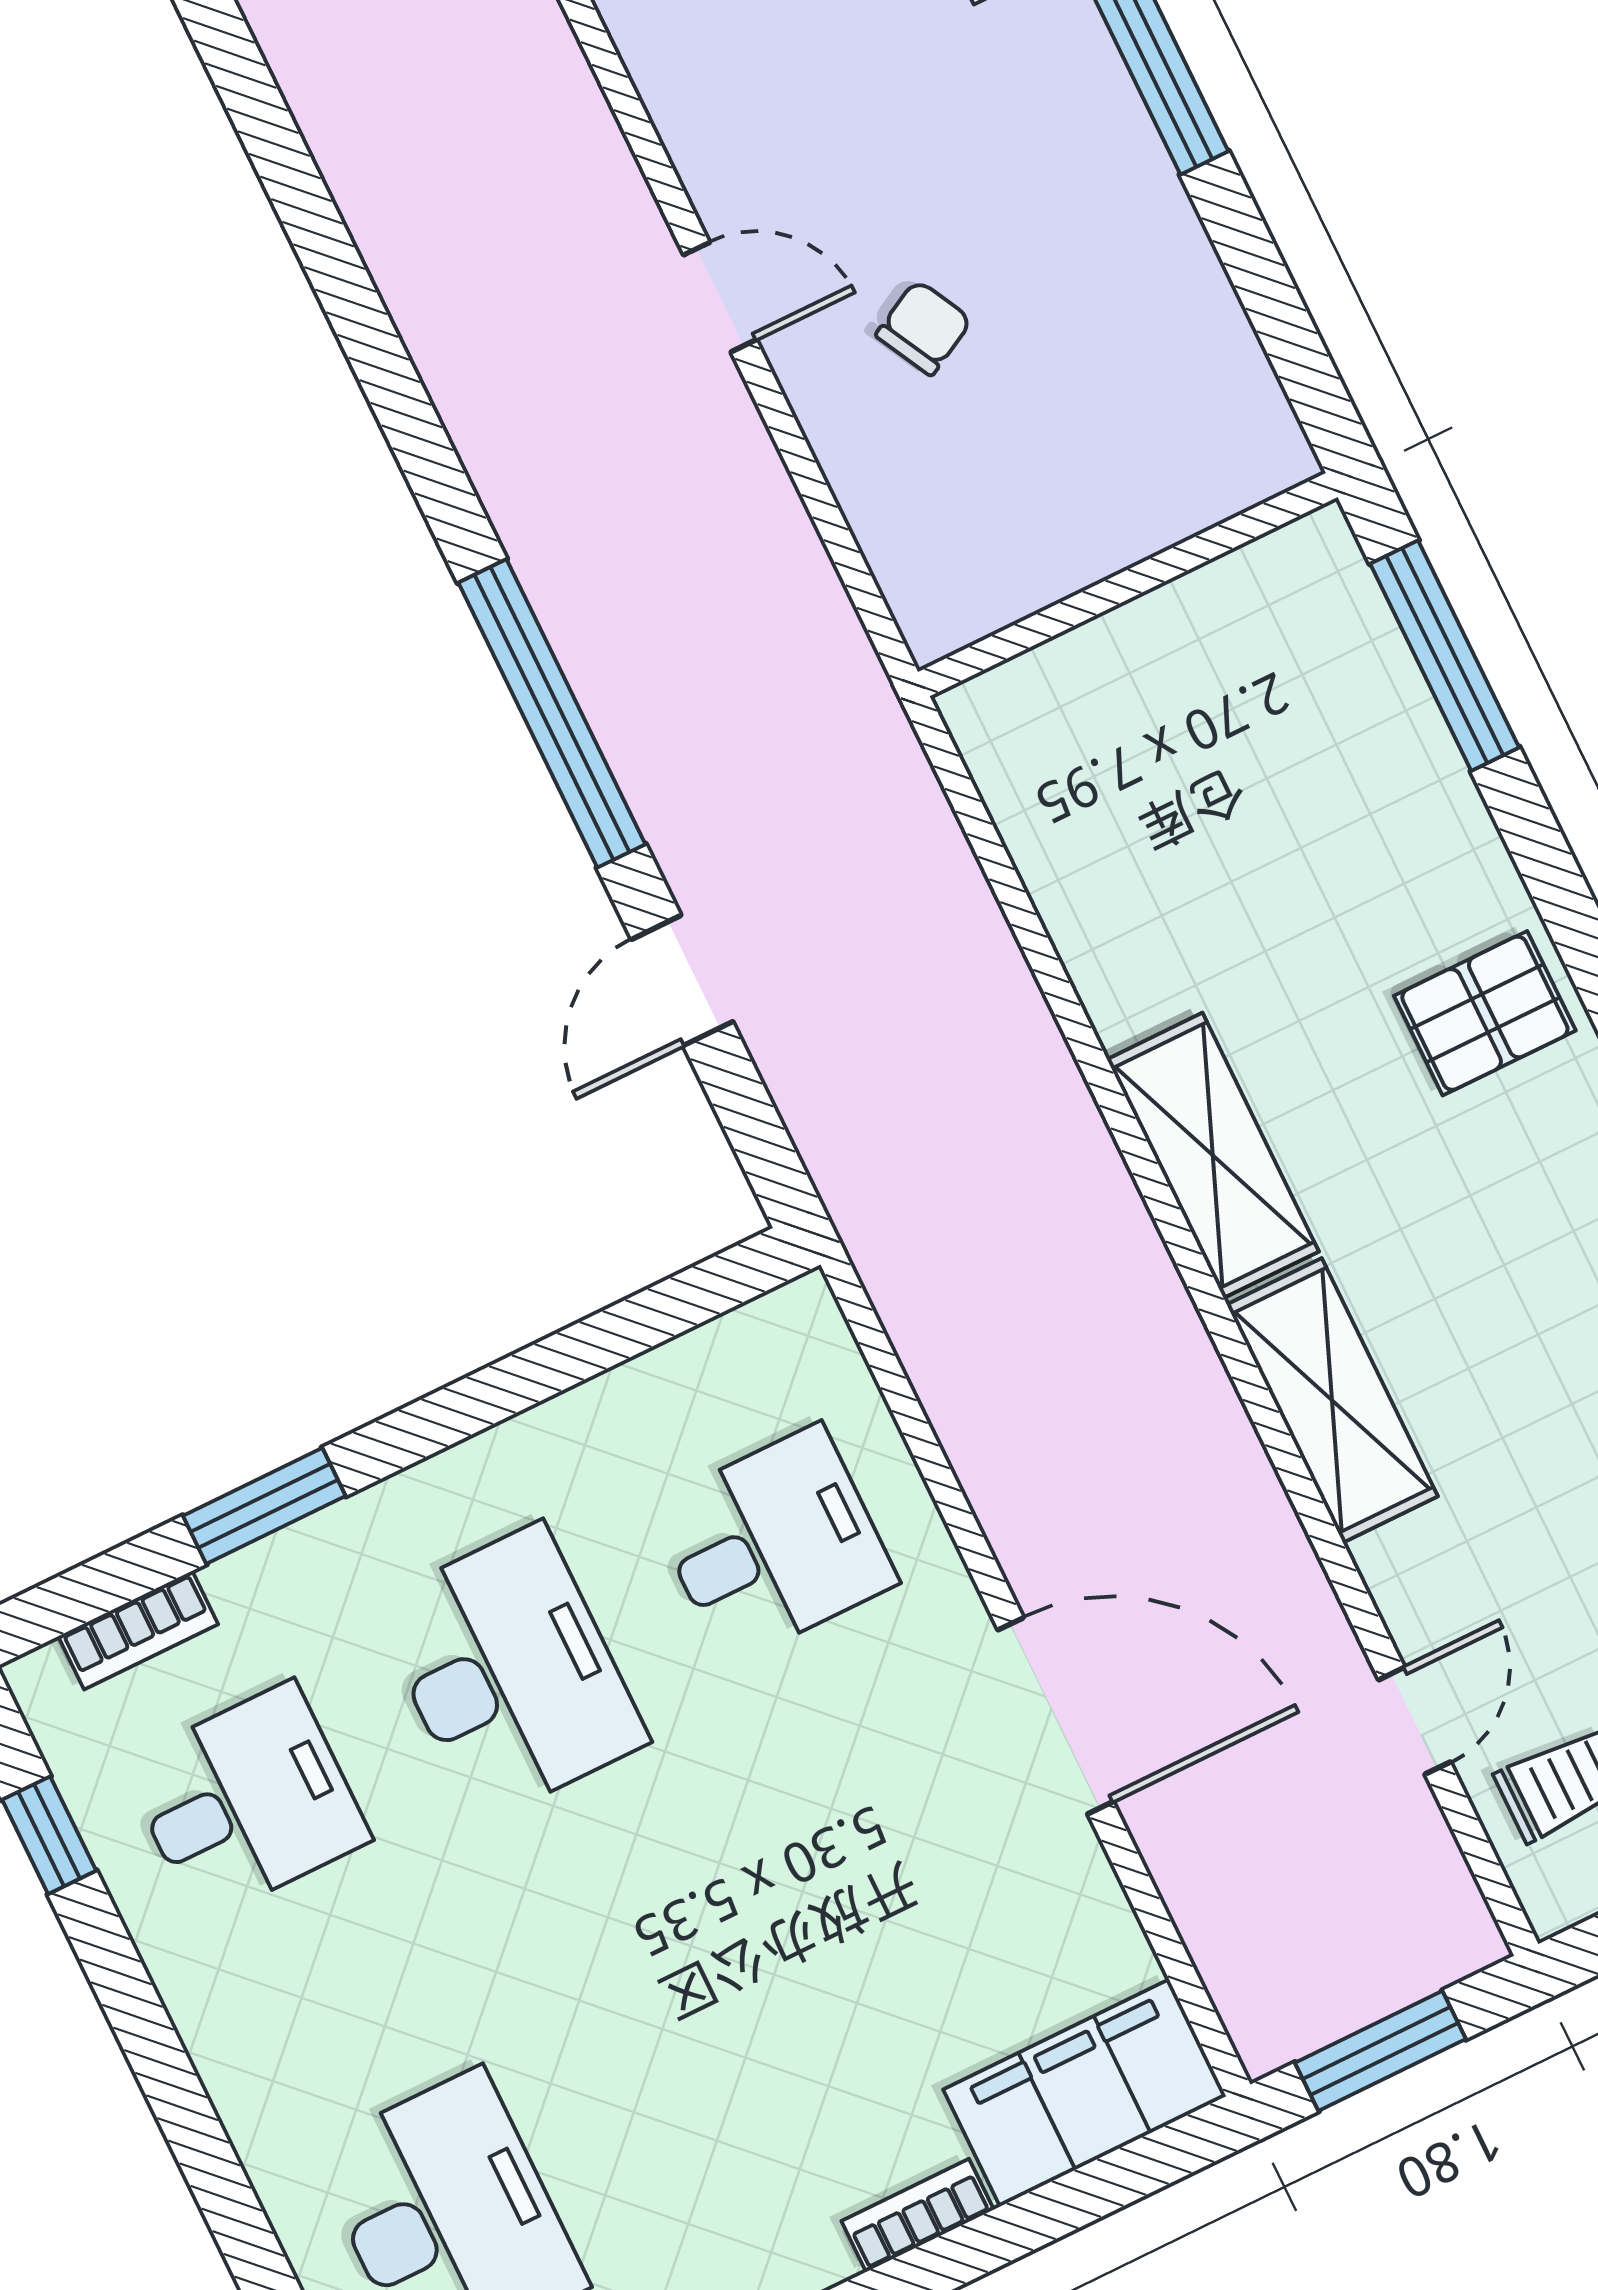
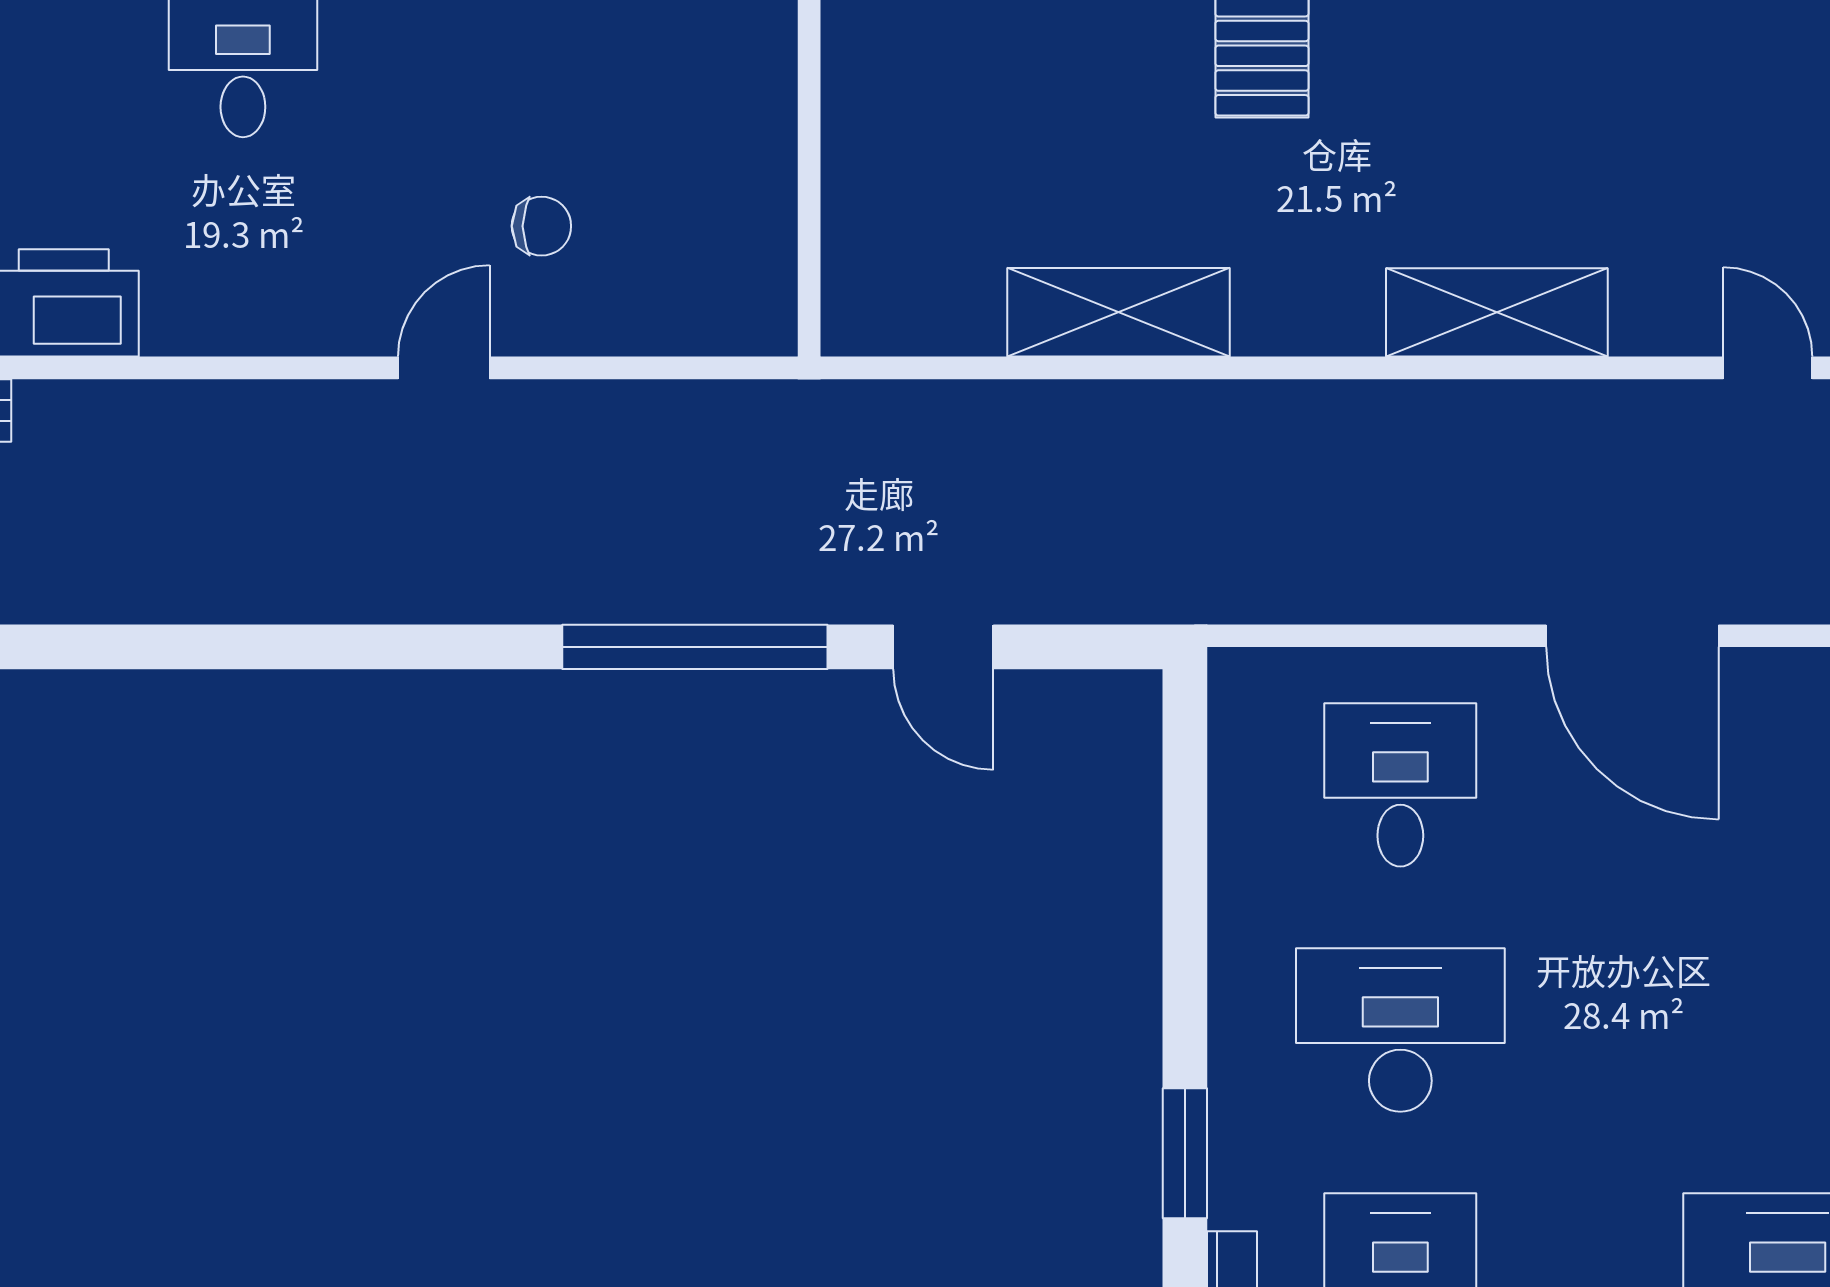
chair: (924, 328) -> (541, 226), turned 118
shelving: (1213, 1155) -> (1118, 312), moved
door: (1056, 1716) -> (1632, 636), swing flipped

